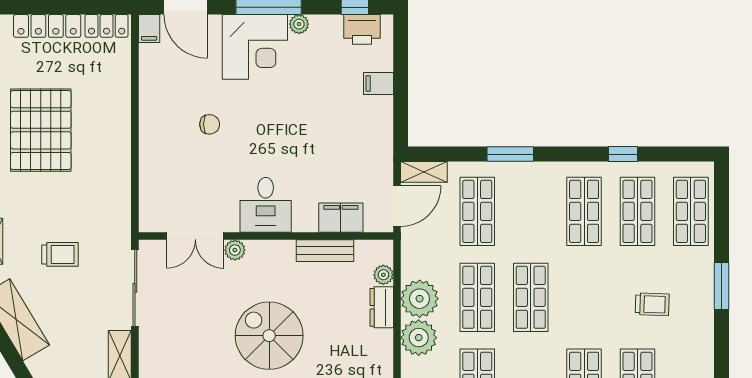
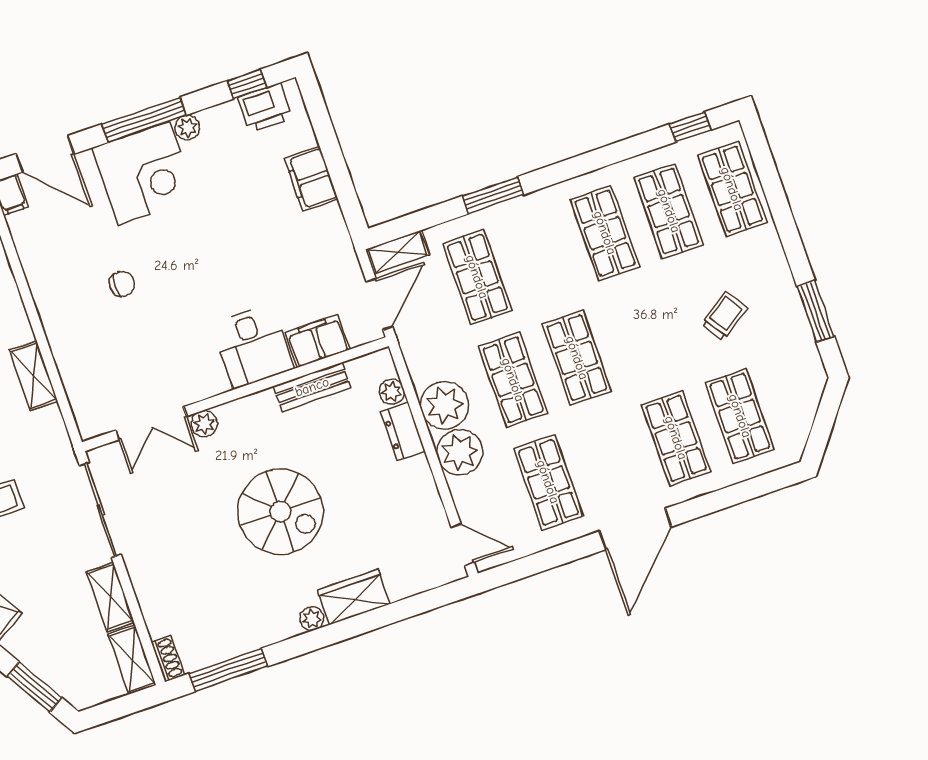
filing cabinet: (378, 83) -> (311, 179), width x2.00
window: (623, 154) -> (690, 127), moved
shelving: (120, 170) -> (34, 376), added
desk: (266, 205) -> (253, 346), moved
window: (722, 286) -> (816, 311), moved
trolley: (652, 304) -> (725, 316), turned -36
spiral stairs: (269, 336) -> (280, 512), turned 180

